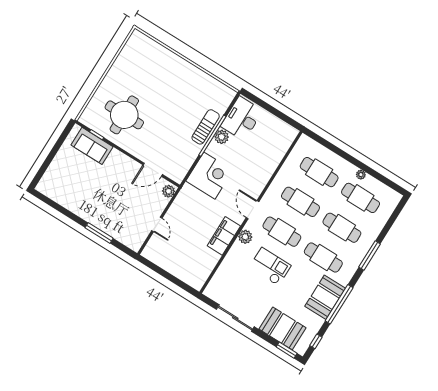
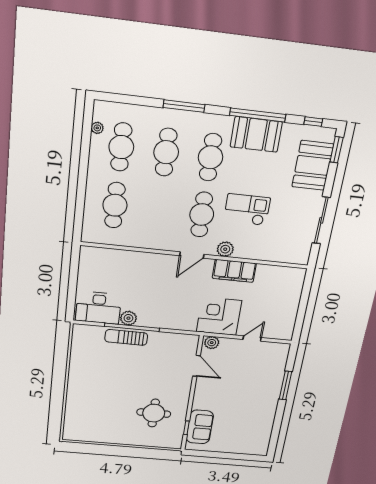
round table: (124, 115) -> (154, 413), width x0.73, depth x0.73
plant: (361, 175) -> (97, 128), moved
corner desk: (209, 176) -> (219, 316), moved
cafe table: (300, 202) -> (159, 210), removed
checkout: (270, 267) -> (247, 210), turned 90

